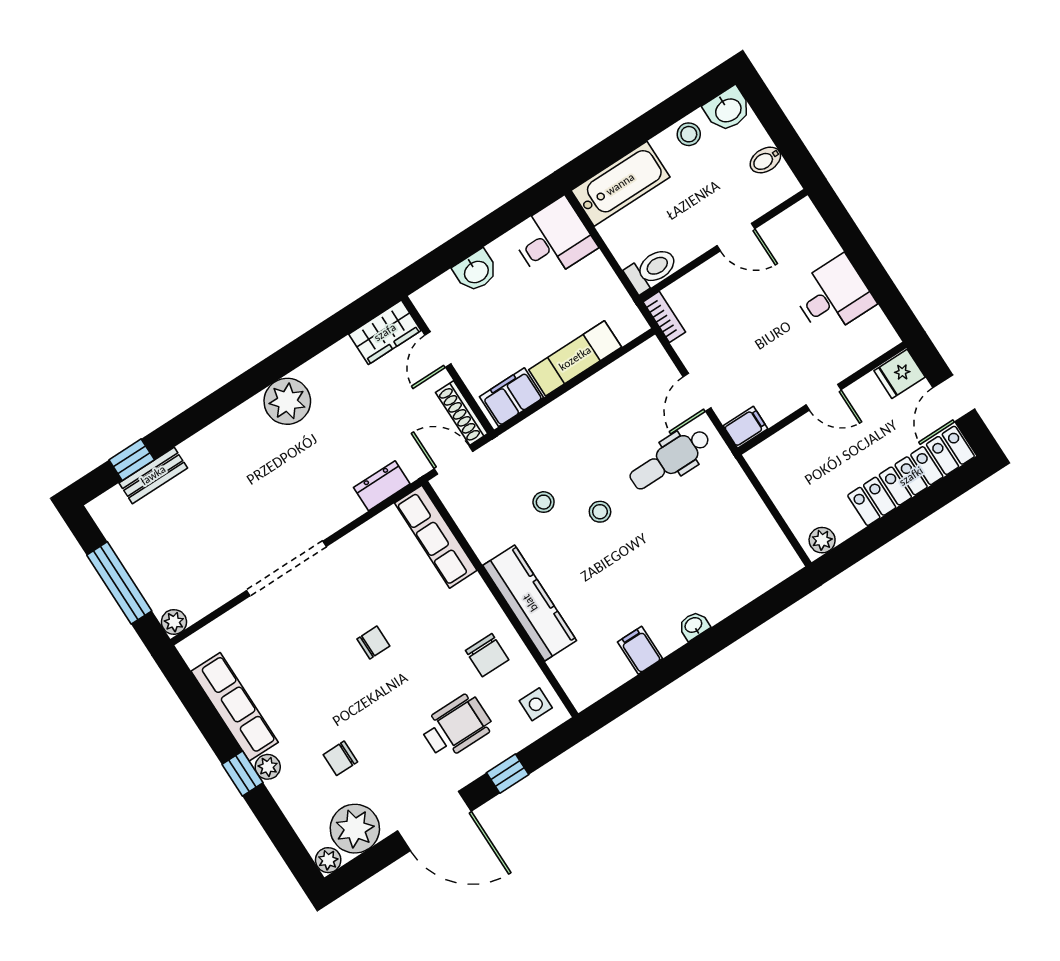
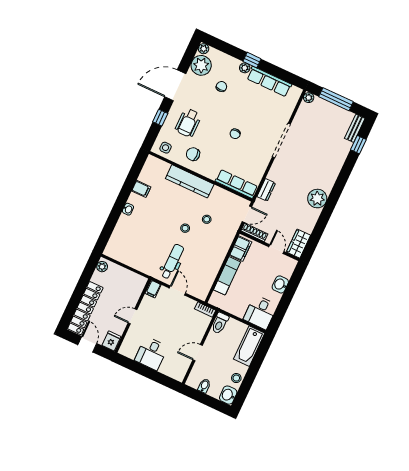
bench: (153, 475) -> (355, 128), moved

